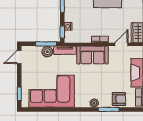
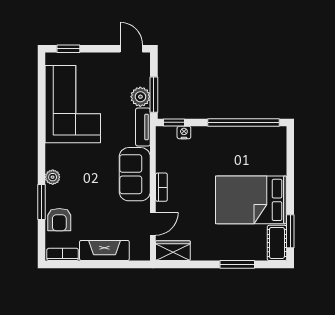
door: (121, 44) -> (153, 224), hinge flipped

